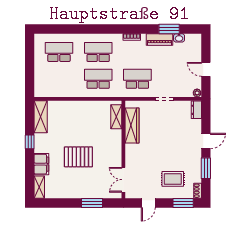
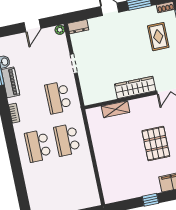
school desk: (59, 52) -> (47, 188), removed
shelving: (41, 117) -> (121, 194), removed
shelving: (116, 117) -> (116, 109), moved
wardrobe: (132, 125) -> (135, 87), moved

